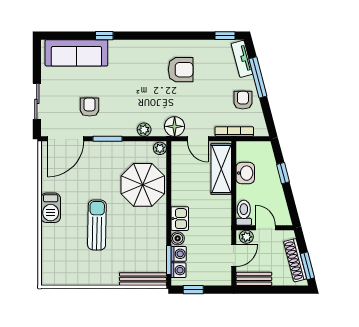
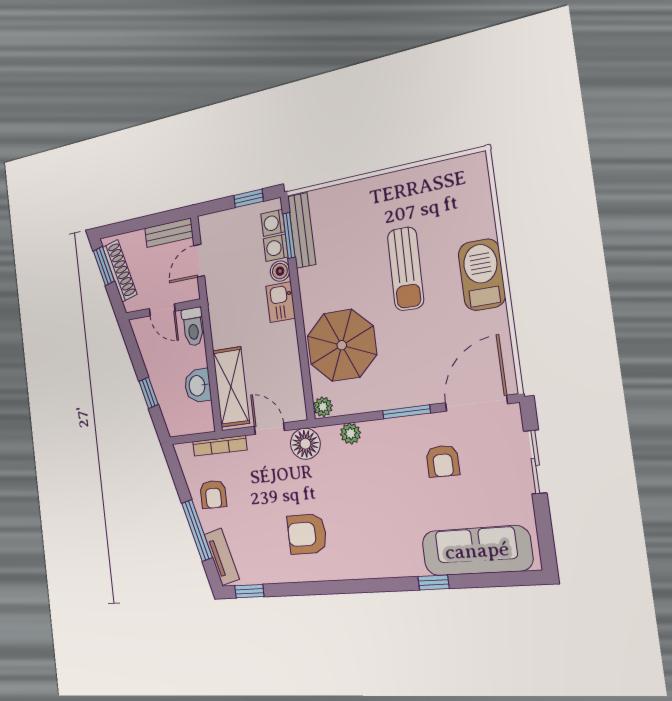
barbecue: (51, 208) -> (482, 275), width x1.37, depth x1.21
plant: (246, 237) -> (186, 292), removed
bench: (143, 279) -> (302, 230), moved, turned 90

